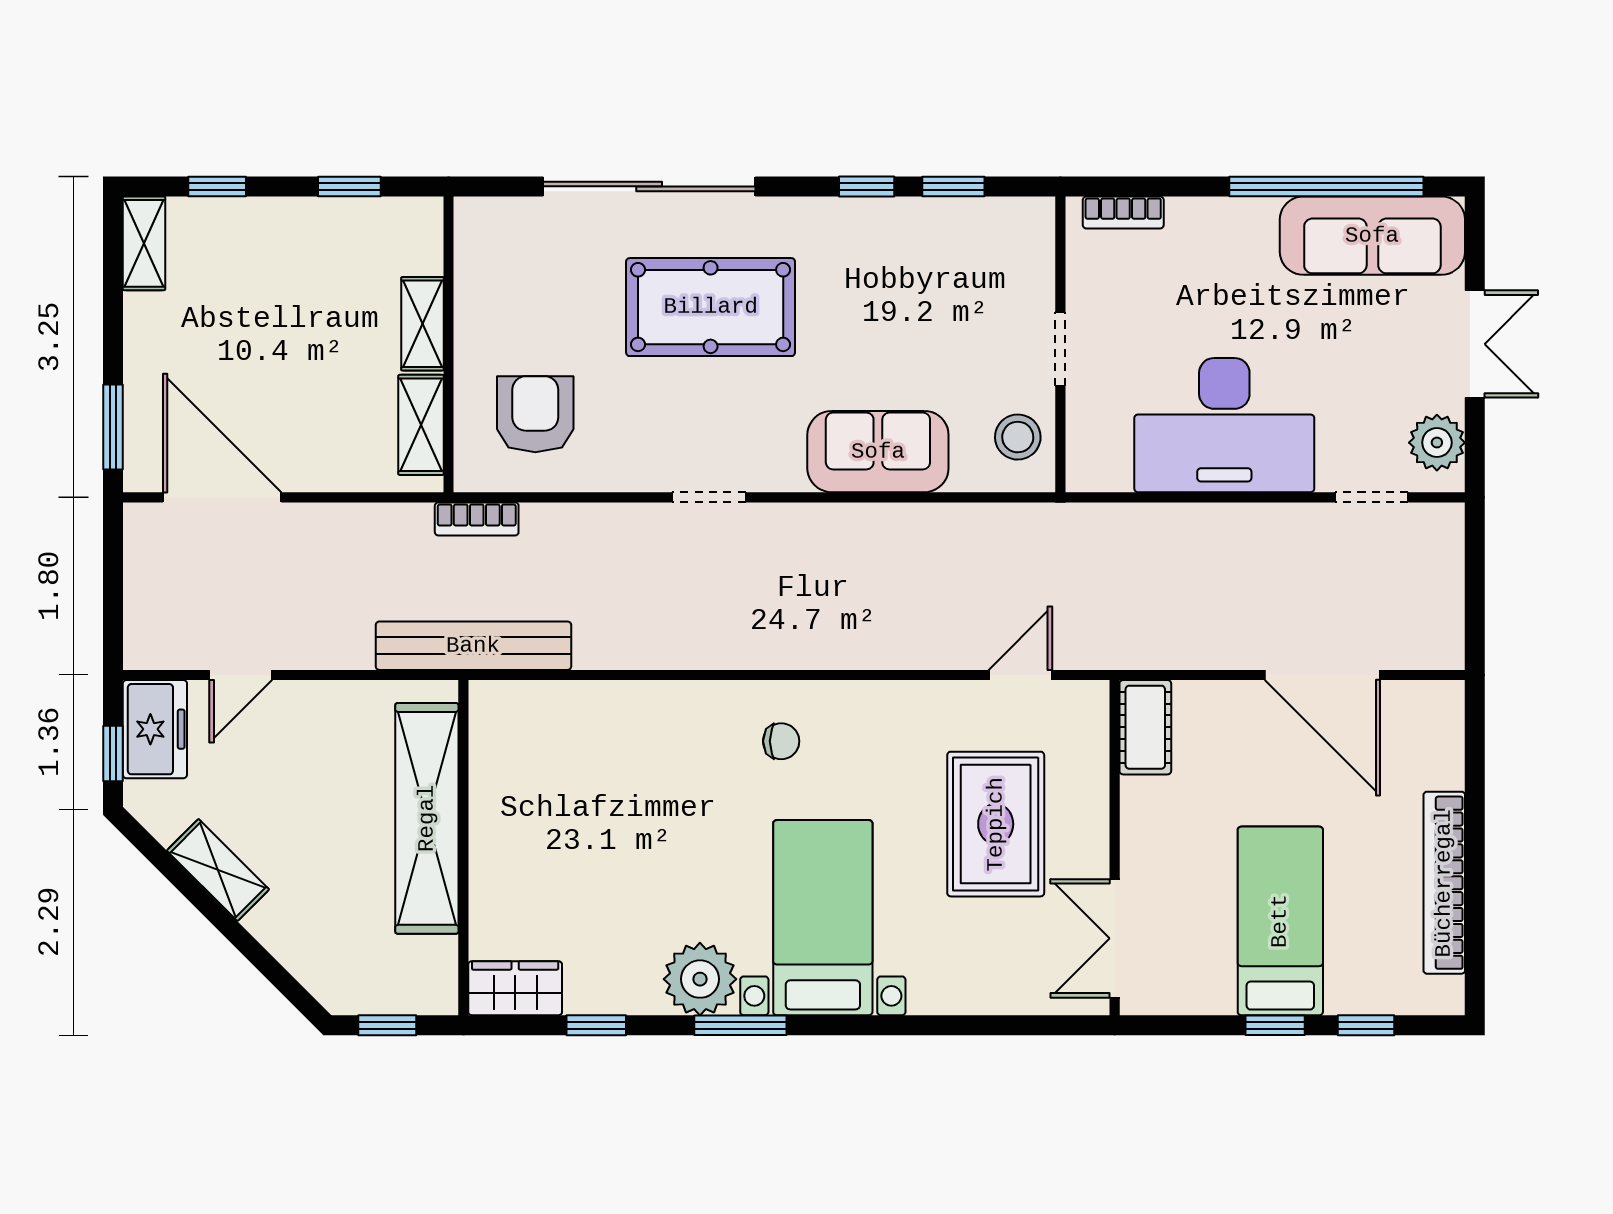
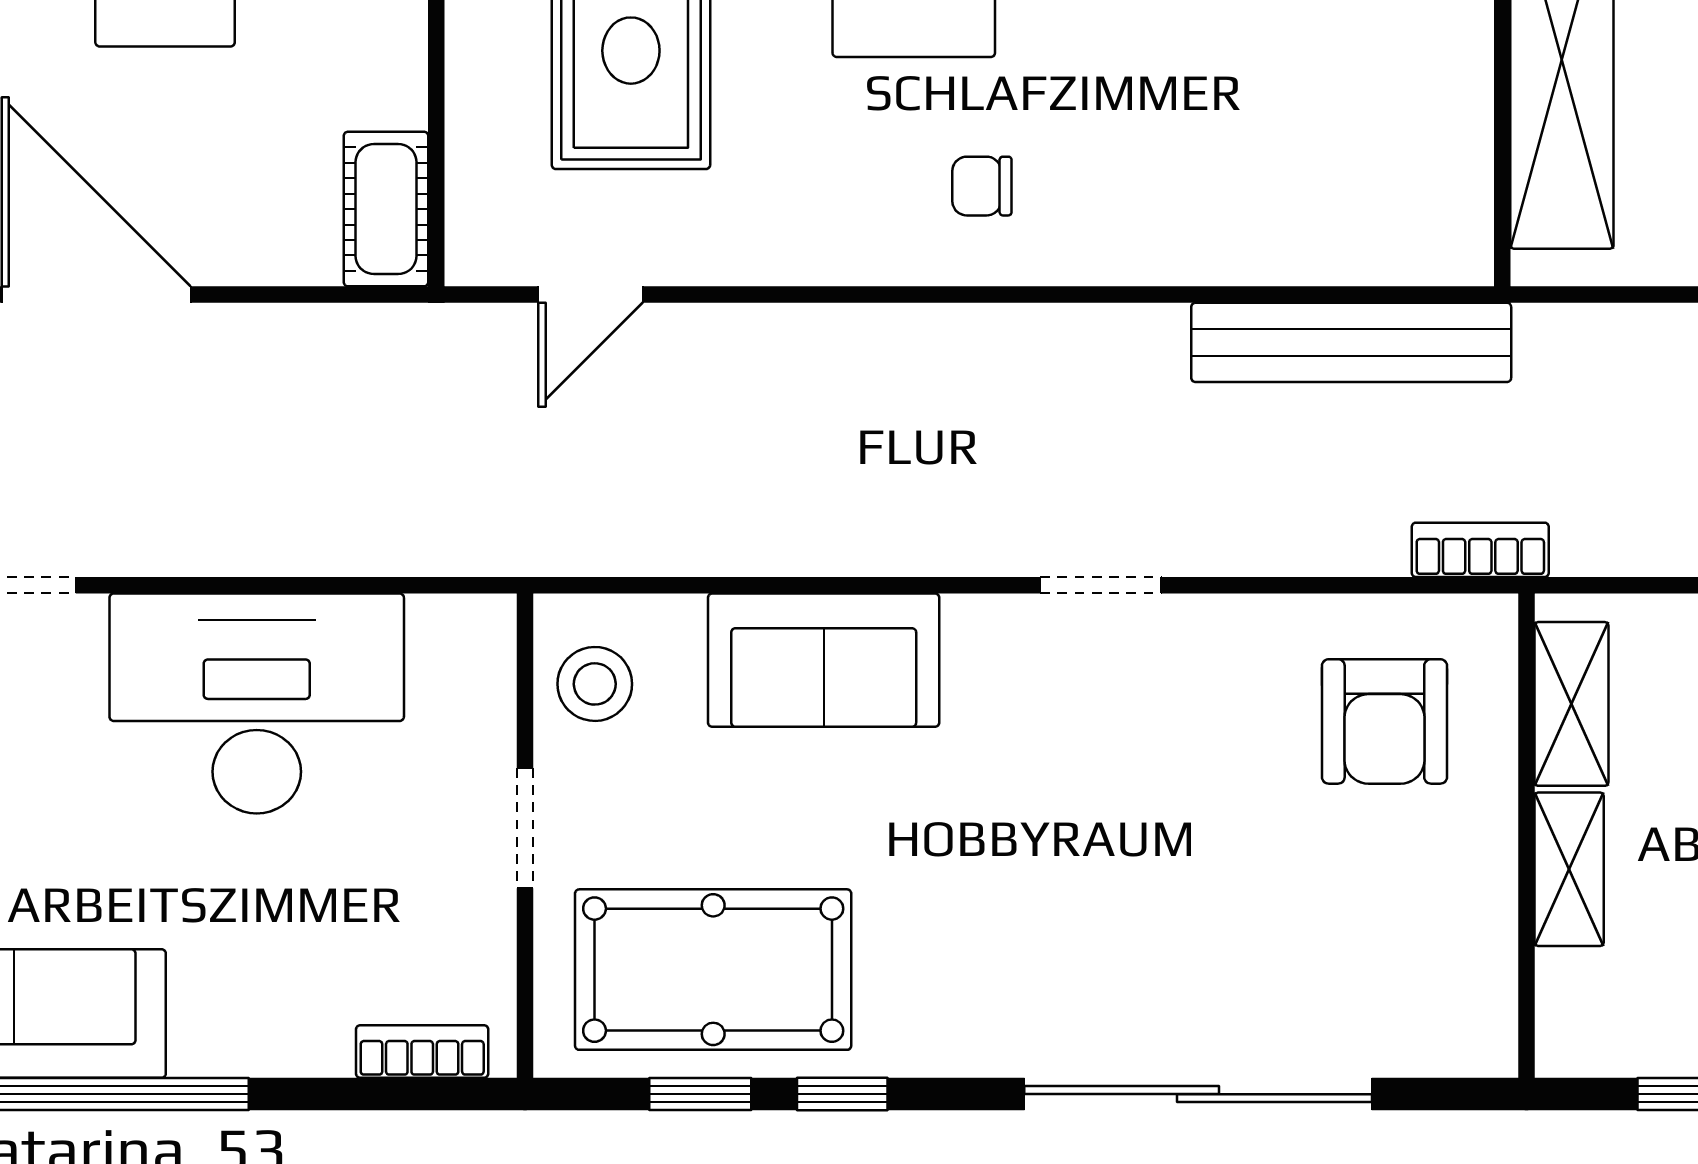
pool table: (711, 307) -> (713, 970), moved
bench: (473, 646) -> (1351, 342), moved

